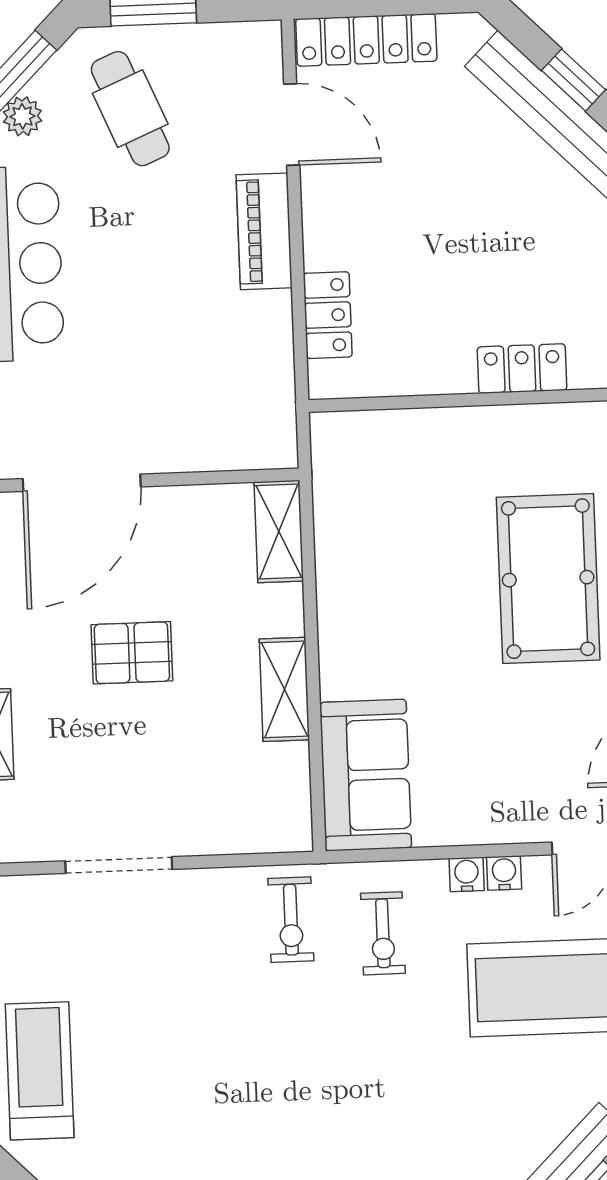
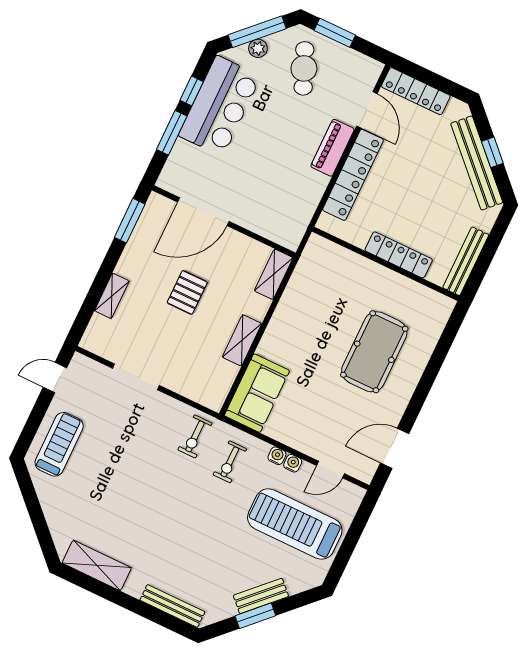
locker: (328, 315) -> (353, 175), width x2.16, depth x1.21
locker: (522, 369) -> (399, 255), width x1.53
pallet: (132, 653) -> (187, 292), turned 90

